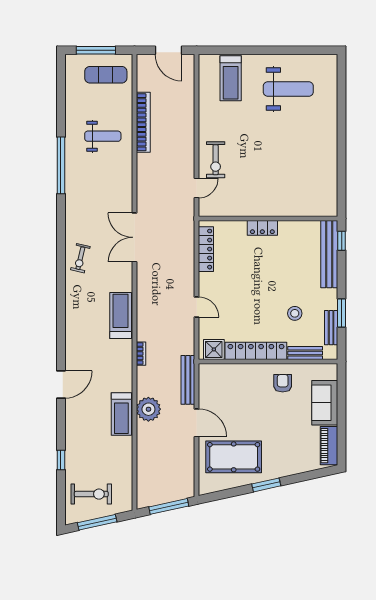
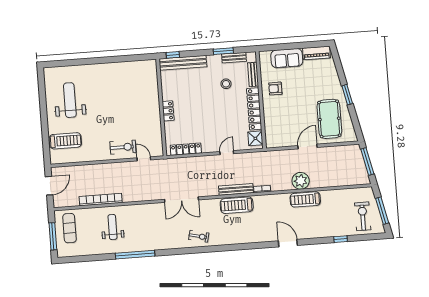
bench: (188, 380) -> (236, 189), moved
treadmill: (121, 414) -> (305, 199), turned 180

